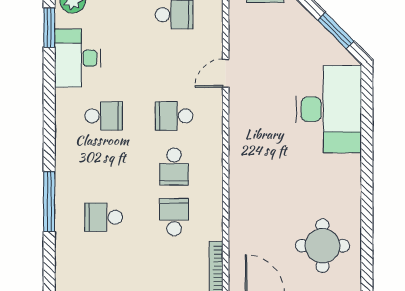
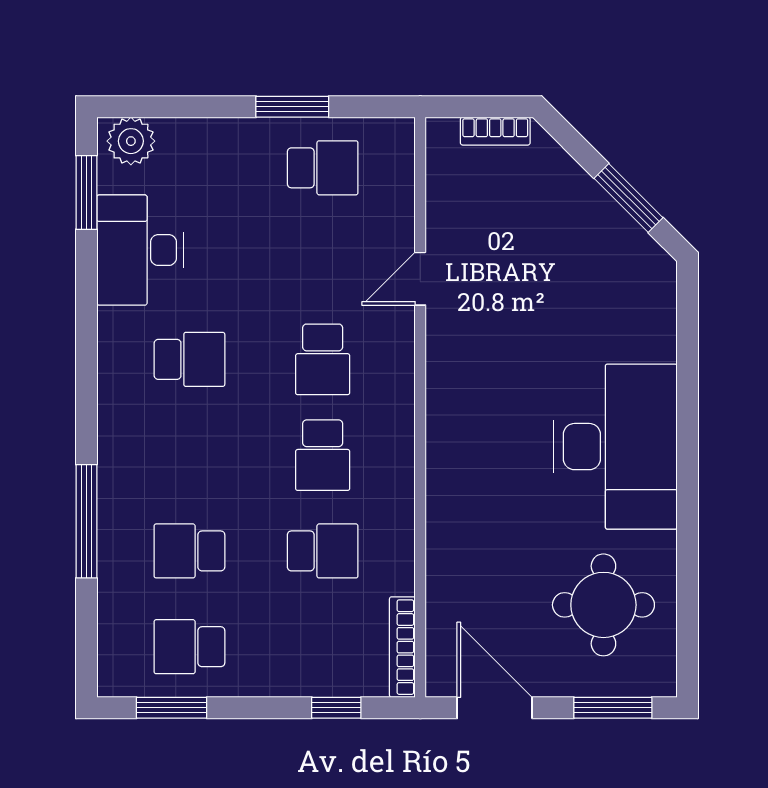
desk: (329, 109) -> (615, 447), moved
school desk: (174, 116) -> (323, 359), turned -90
school desk: (174, 217) -> (323, 551), turned 90
school desk: (104, 268) -> (189, 647), added

